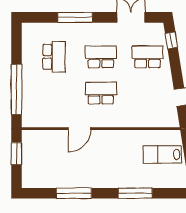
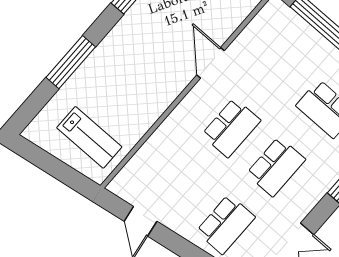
lab bench: (162, 154) -> (89, 137), turned 90

